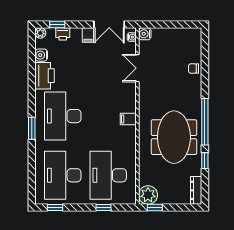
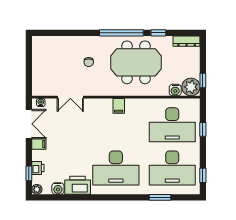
water cooler: (145, 34) -> (175, 90), moved
chair: (194, 69) -> (89, 62), moved
window: (32, 128) -> (160, 197), moved

